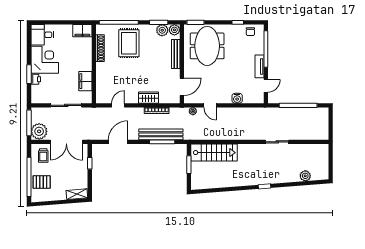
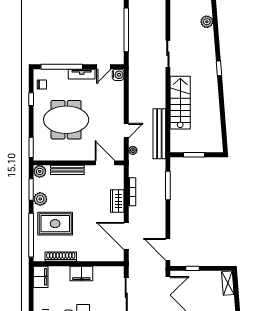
plant: (162, 30) -> (40, 199), moved
meeting table: (207, 46) -> (66, 120), moved
filing cabinet: (85, 81) -> (81, 273), moved
door: (266, 86) -> (104, 67), swing flipped
water cooler: (237, 98) -> (118, 75), moved
door: (118, 105) -> (126, 236), width x1.87
bench: (161, 134) -> (159, 134), moved
door: (118, 142) -> (168, 249), moved
stairs: (214, 153) -> (180, 103), moved

